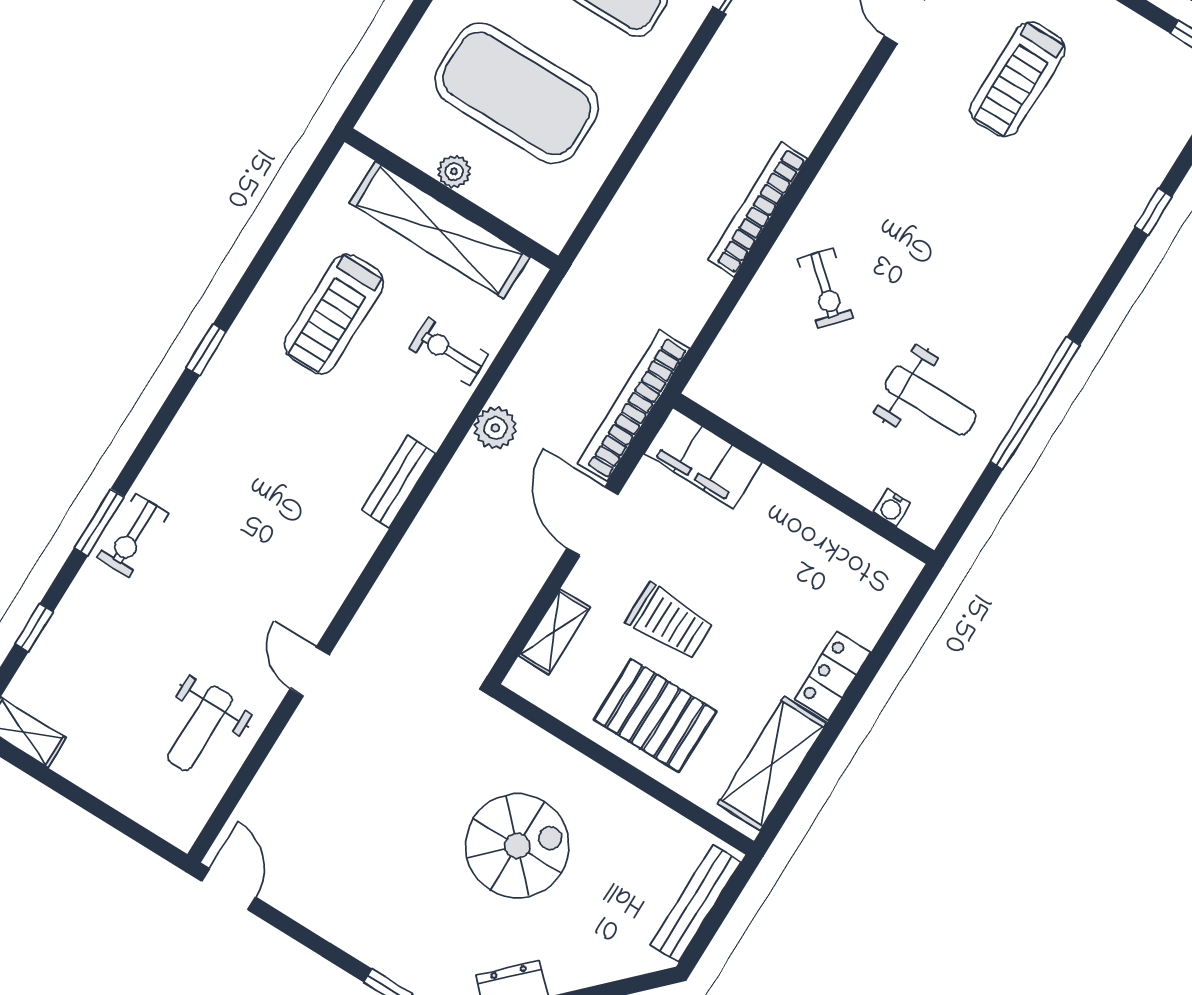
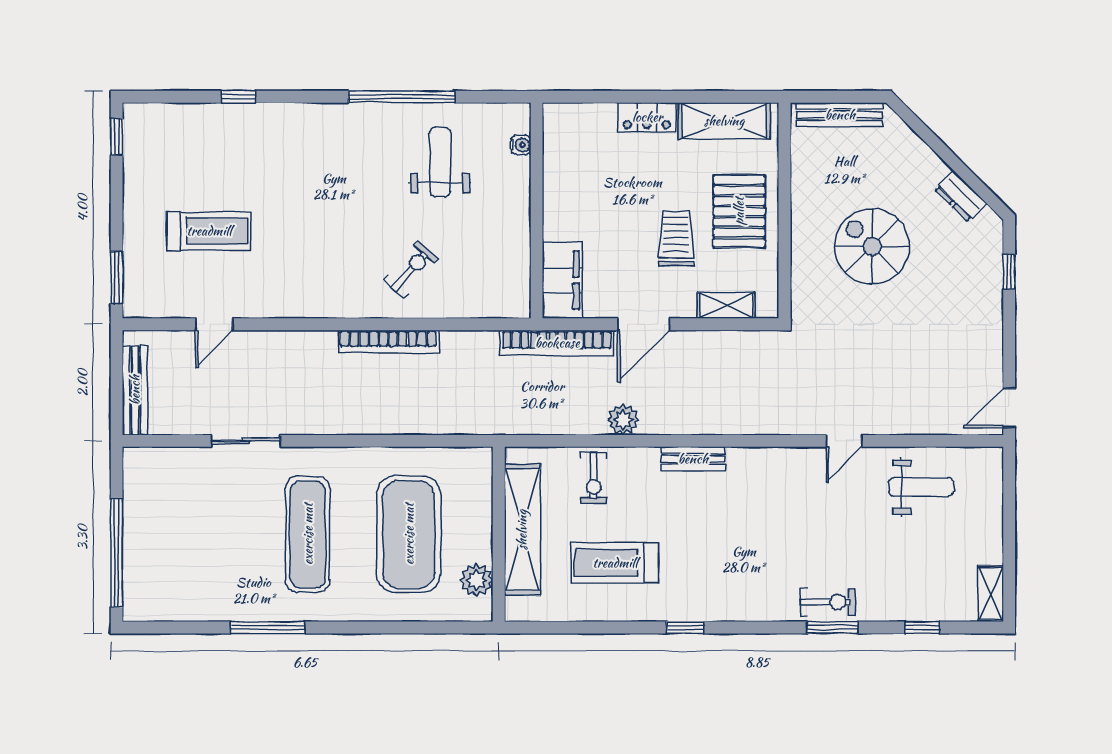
plant: (454, 172) -> (476, 580), moved, width x1.38, depth x1.38
treadmill: (334, 314) -> (615, 563), turned 180

